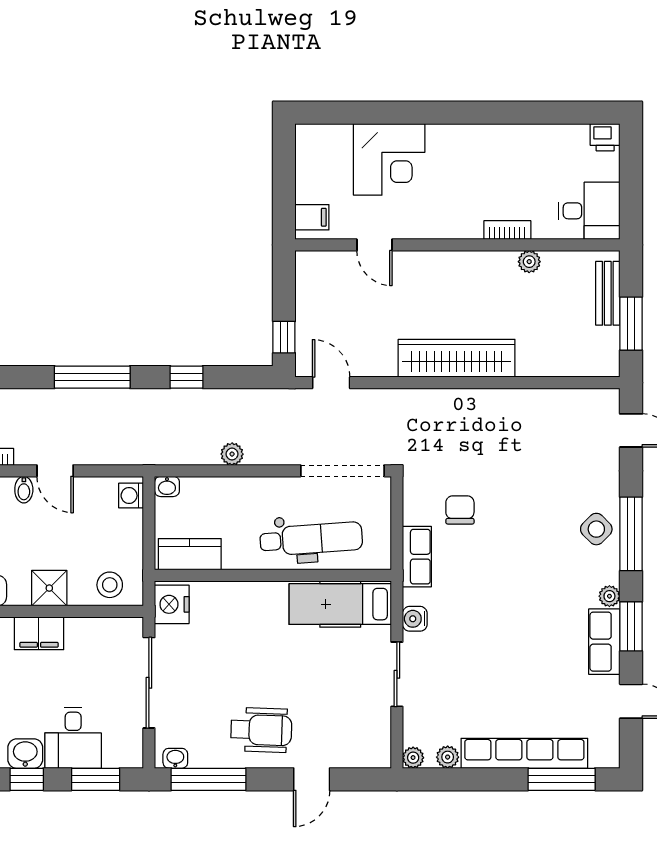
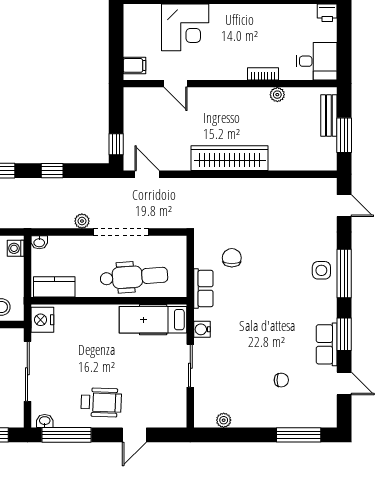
doorway: (342, 471) -> (121, 232), moved
side table: (596, 529) -> (321, 270), turned 45
plant: (609, 596) -> (330, 314), removed
chair: (535, 696) -> (281, 380), added
row of seats: (524, 753) -> (274, 418), removed
plant: (413, 758) -> (201, 421), removed

